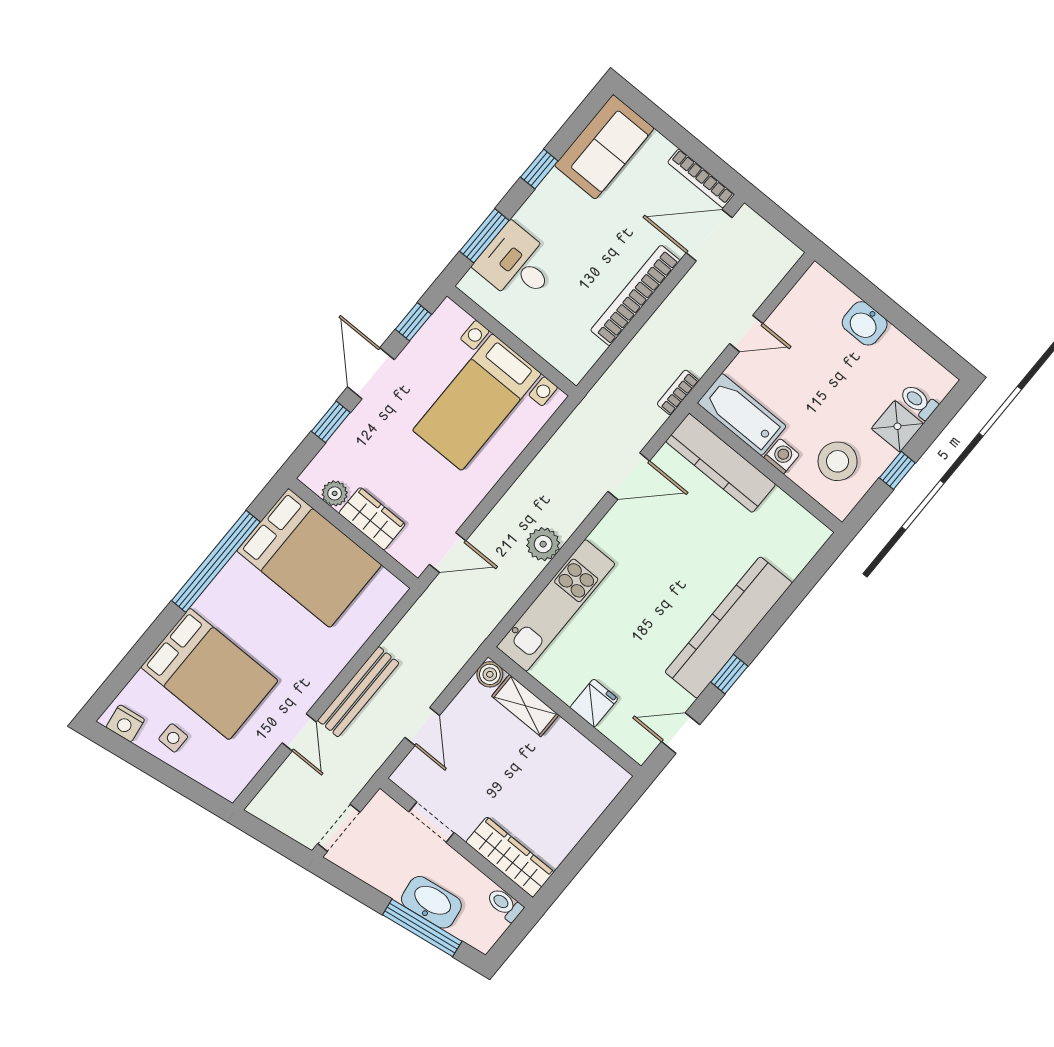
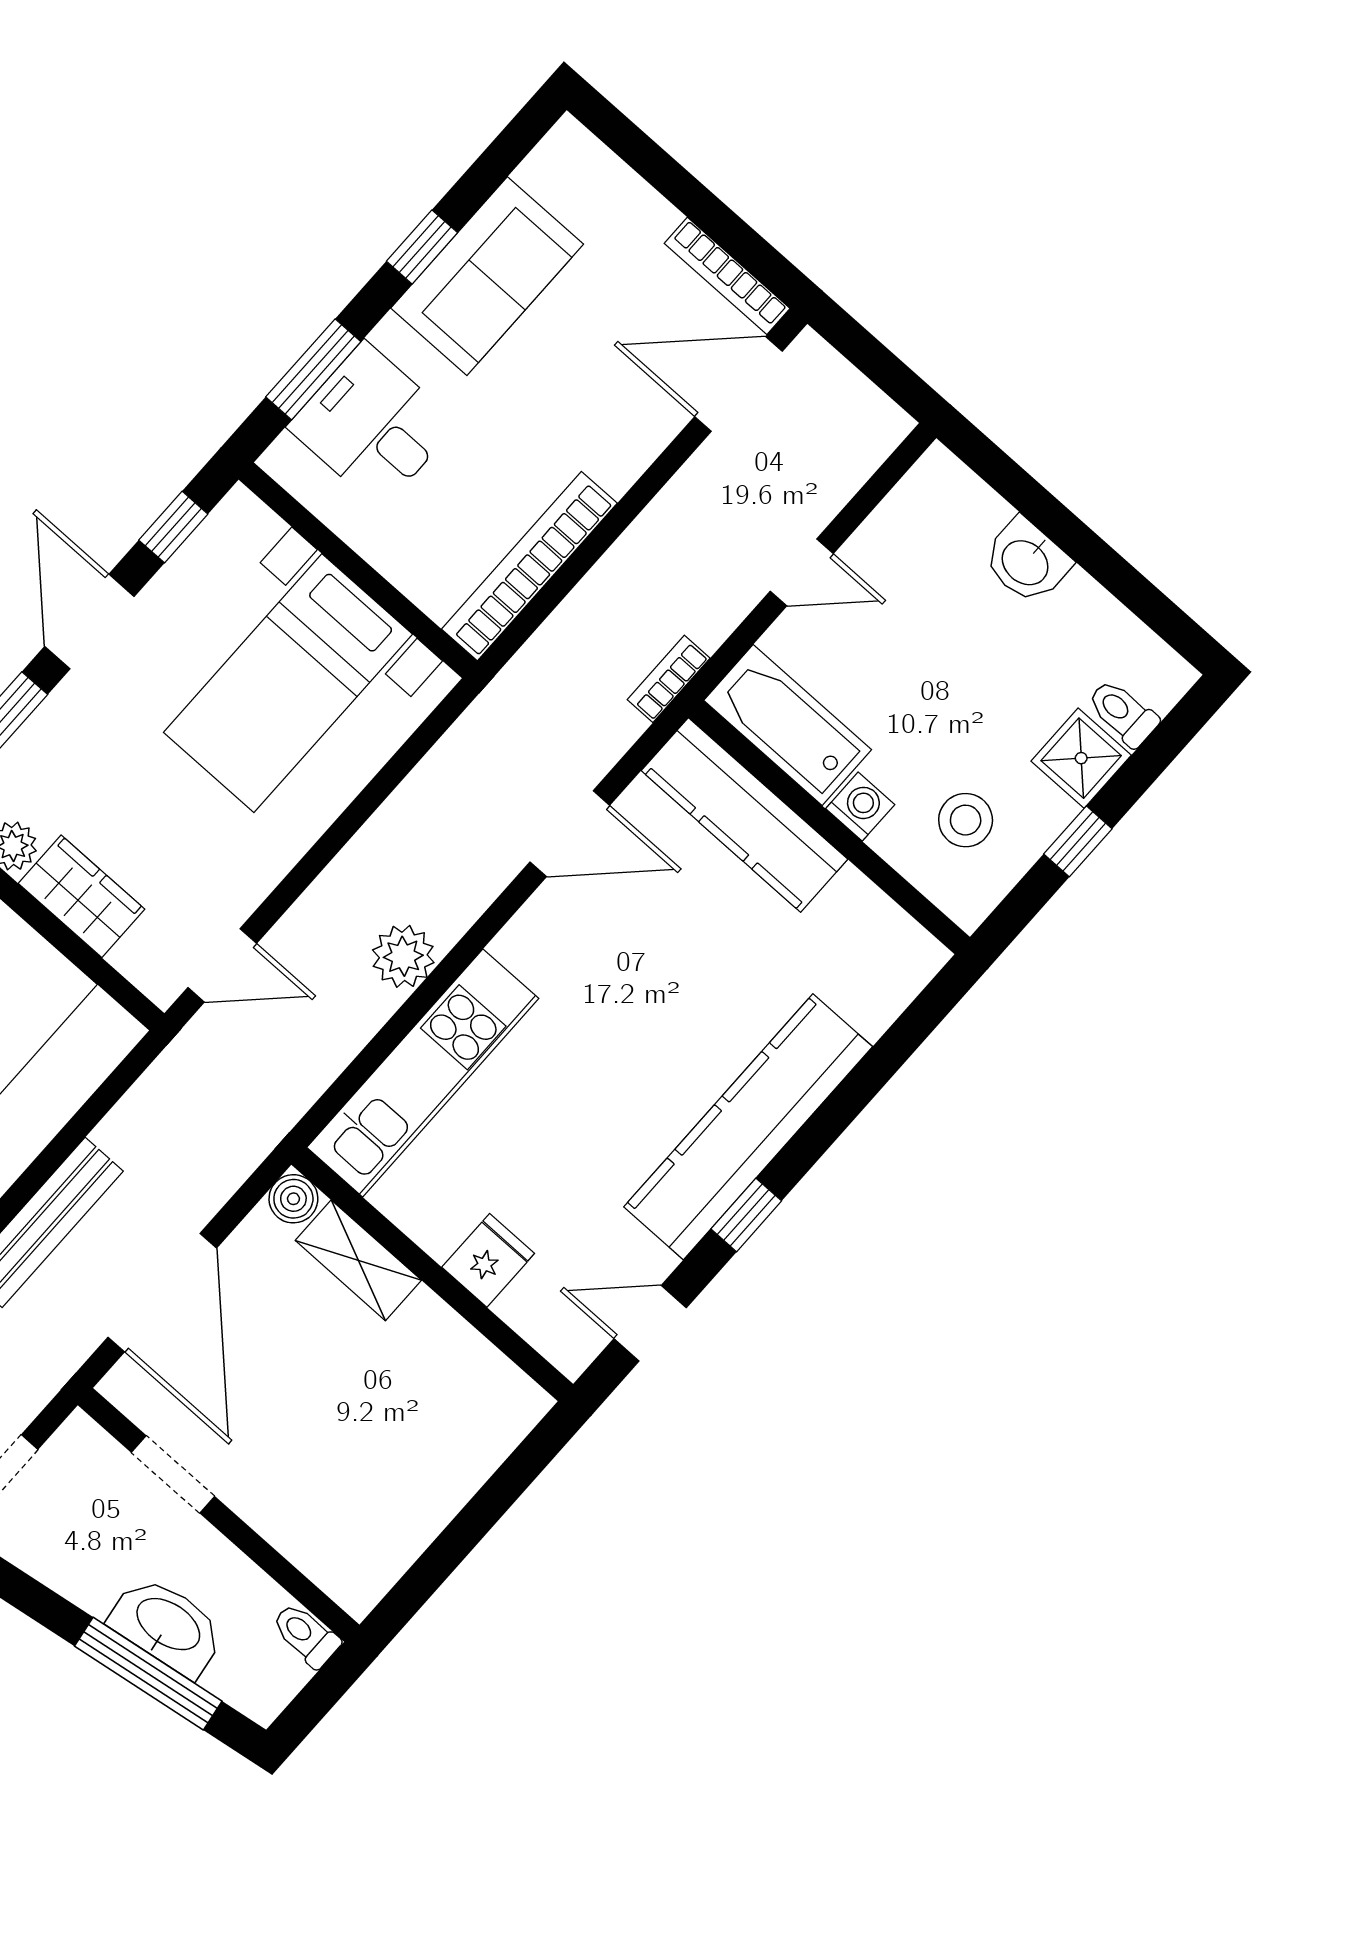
sofa: (604, 147) -> (487, 276), moved
bookcase: (635, 295) -> (529, 566), moved
stool: (838, 461) -> (966, 820), width x0.73, depth x0.73
door: (422, 726) -> (162, 1293), width x1.87
wardrobe: (510, 857) -> (319, 1546), removed

